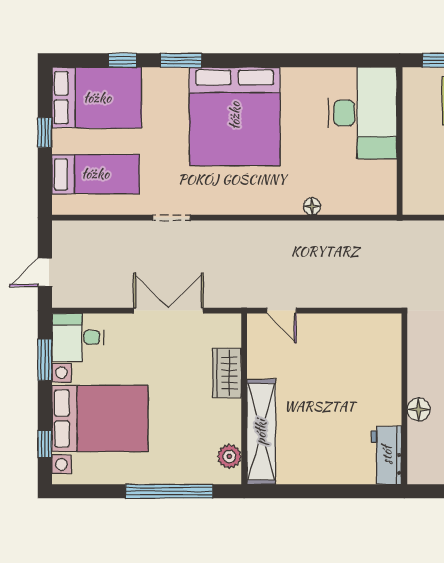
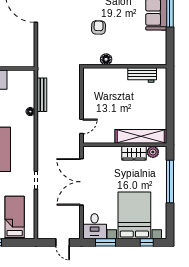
bench: (346, 230) -> (42, 95), added
double door: (168, 311) -> (81, 182), width x1.36
wardrobe: (227, 373) -> (134, 153), moved
floor lamp: (419, 409) -> (106, 59), moved
workbench: (387, 455) -> (142, 75), moved

